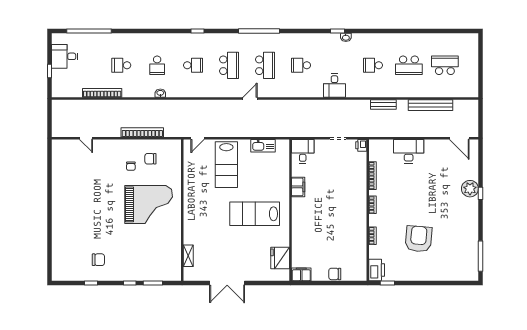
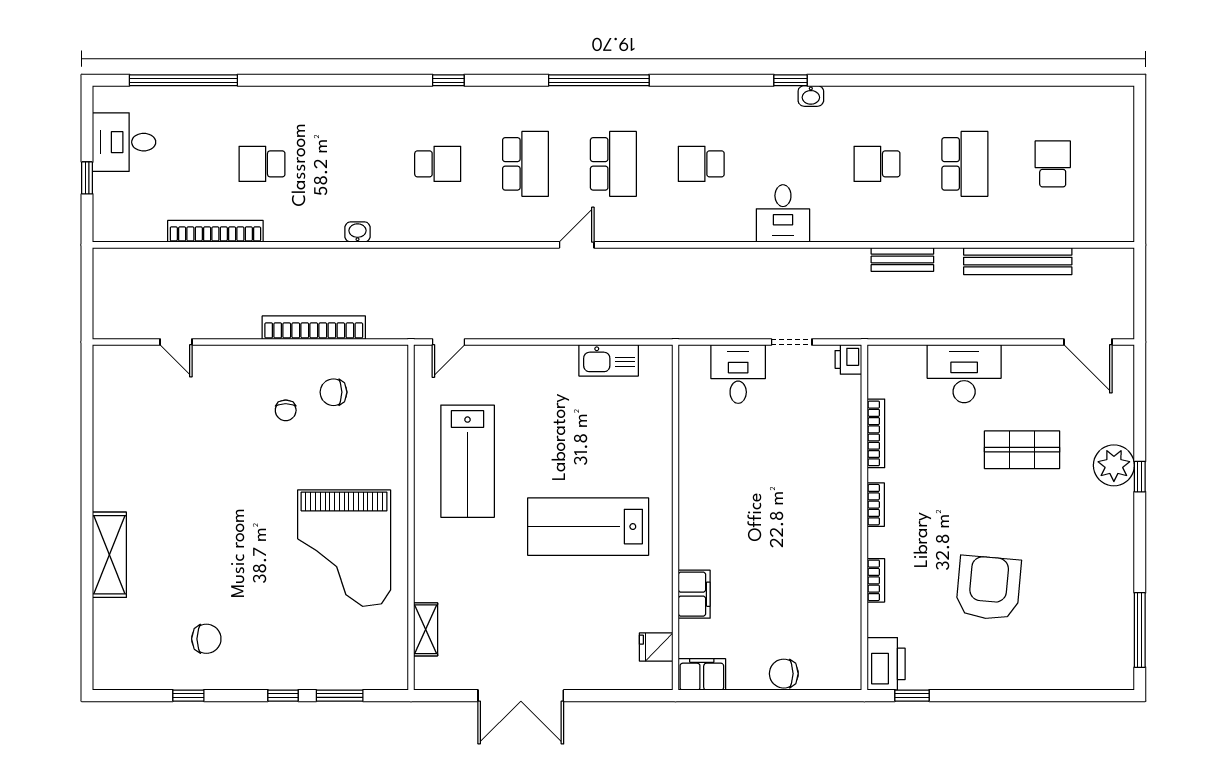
school desk: (157, 65) -> (350, 164), removed
school desk: (409, 65) -> (965, 164), turned -90
school desk: (445, 65) -> (1053, 164), width x0.54
desk: (303, 151) -> (738, 374), moved
lab bench: (226, 165) -> (468, 461), moved
shop shelf: (432, 182) -> (1022, 450), added
filing cabinet: (298, 187) -> (694, 594), moved
grand piano: (149, 204) -> (344, 548), moved, turned 90
shelving: (59, 225) -> (109, 555), added
fridge: (280, 258) -> (656, 647), width x0.53, depth x0.75

